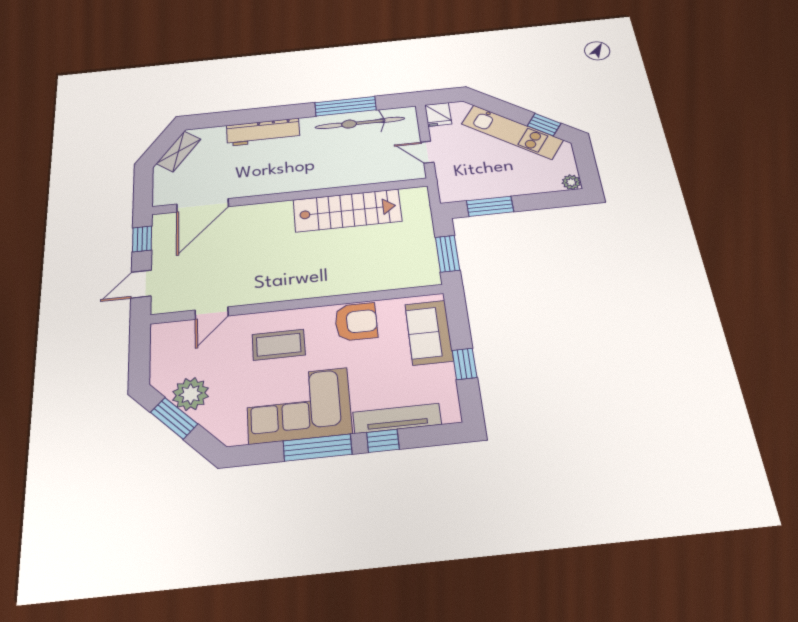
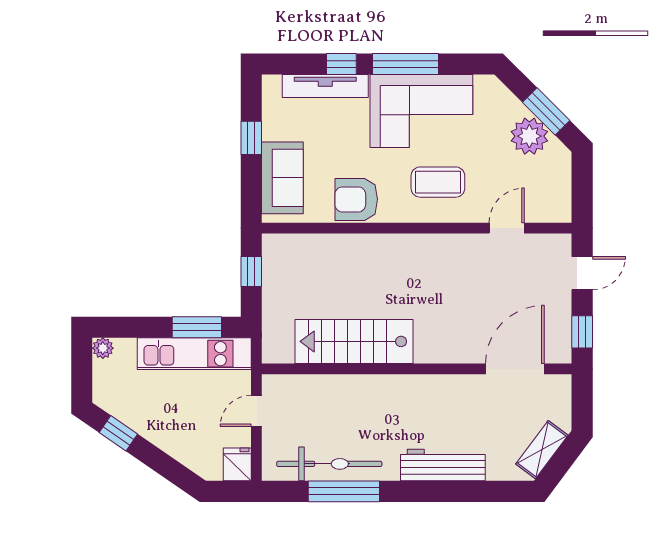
kitchen unit: (512, 132) -> (194, 354), moved, turned 145
door: (427, 152) -> (256, 411), swing flipped
window: (448, 254) -> (251, 271), width x0.67

